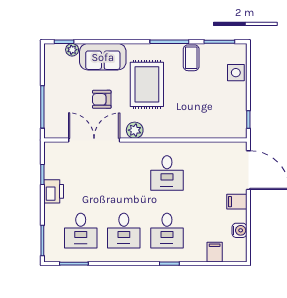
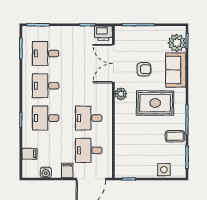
plant: (72, 50) -> (177, 43), width x1.88, depth x1.88
armchair: (102, 99) -> (144, 69), turned 90
double door: (94, 140) -> (113, 64), swing flipped
desk: (210, 173) -> (89, 150), added
printer: (54, 191) -> (103, 33), moved

